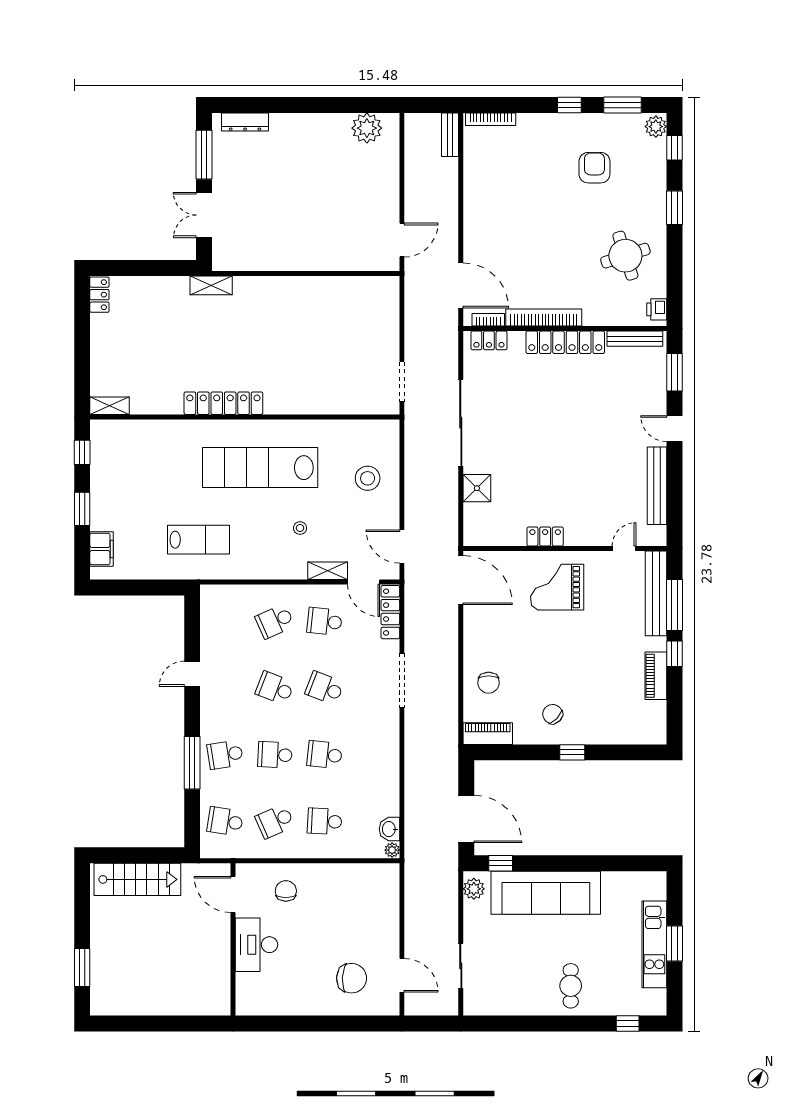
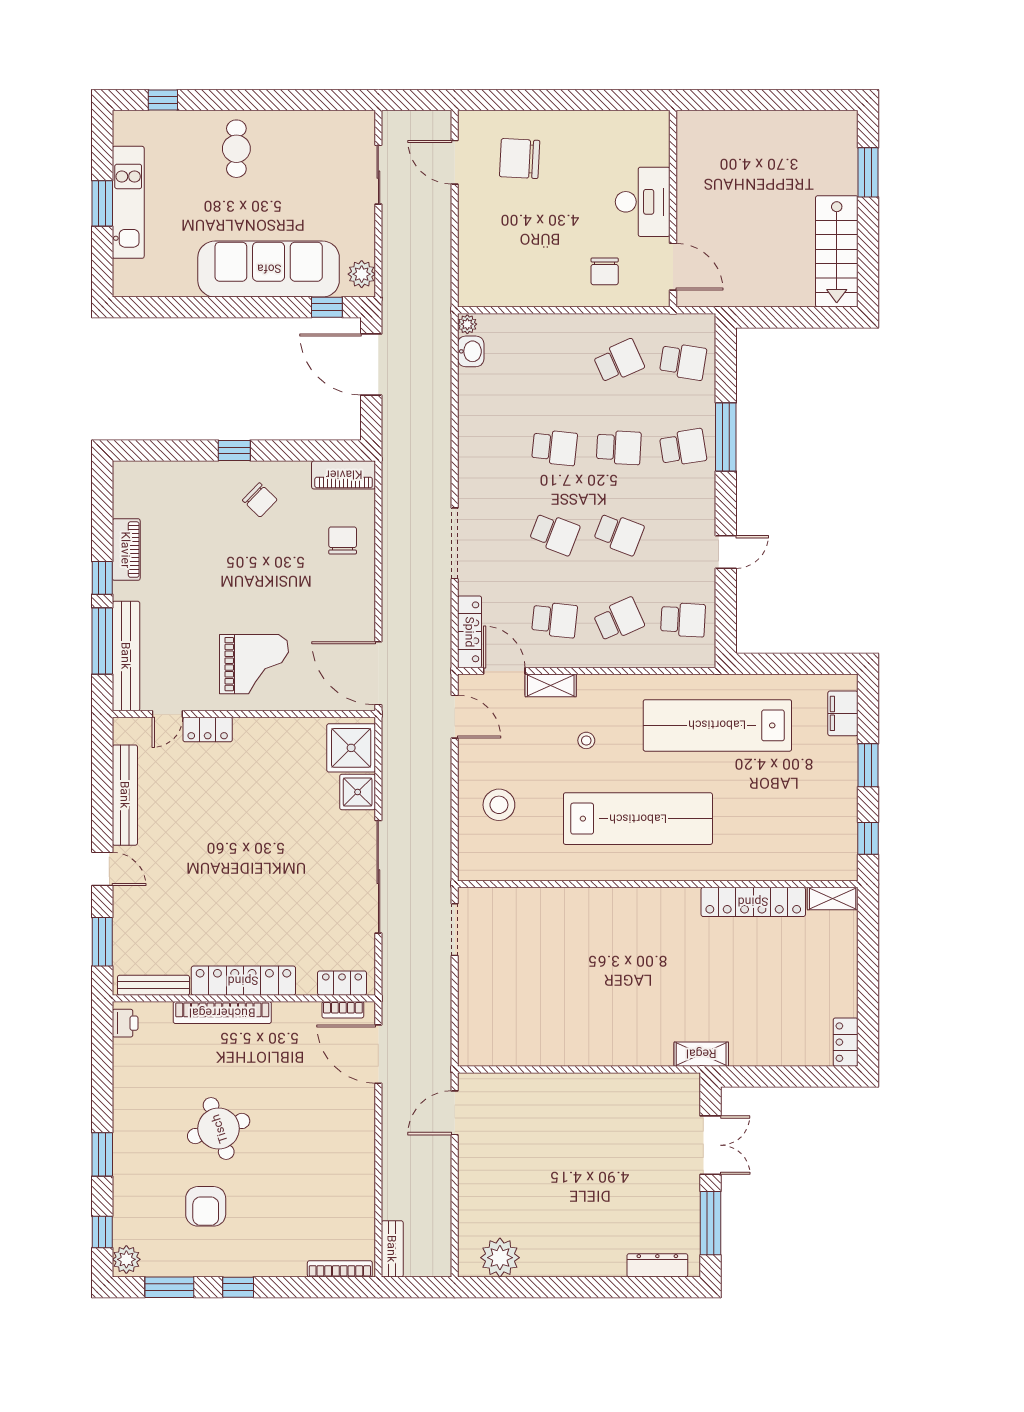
round table: (625, 256) -> (219, 1129), moved
bookcase: (544, 318) -> (222, 1013), moved
locker: (223, 403) -> (753, 902), moved
shower: (482, 522) -> (351, 748), added
locker: (545, 537) -> (208, 729), moved
lab bench: (199, 540) -> (717, 725), width x1.86, depth x1.39
school desk: (325, 821) -> (683, 620), moved
stairs: (137, 879) -> (837, 251), moved, turned -90

